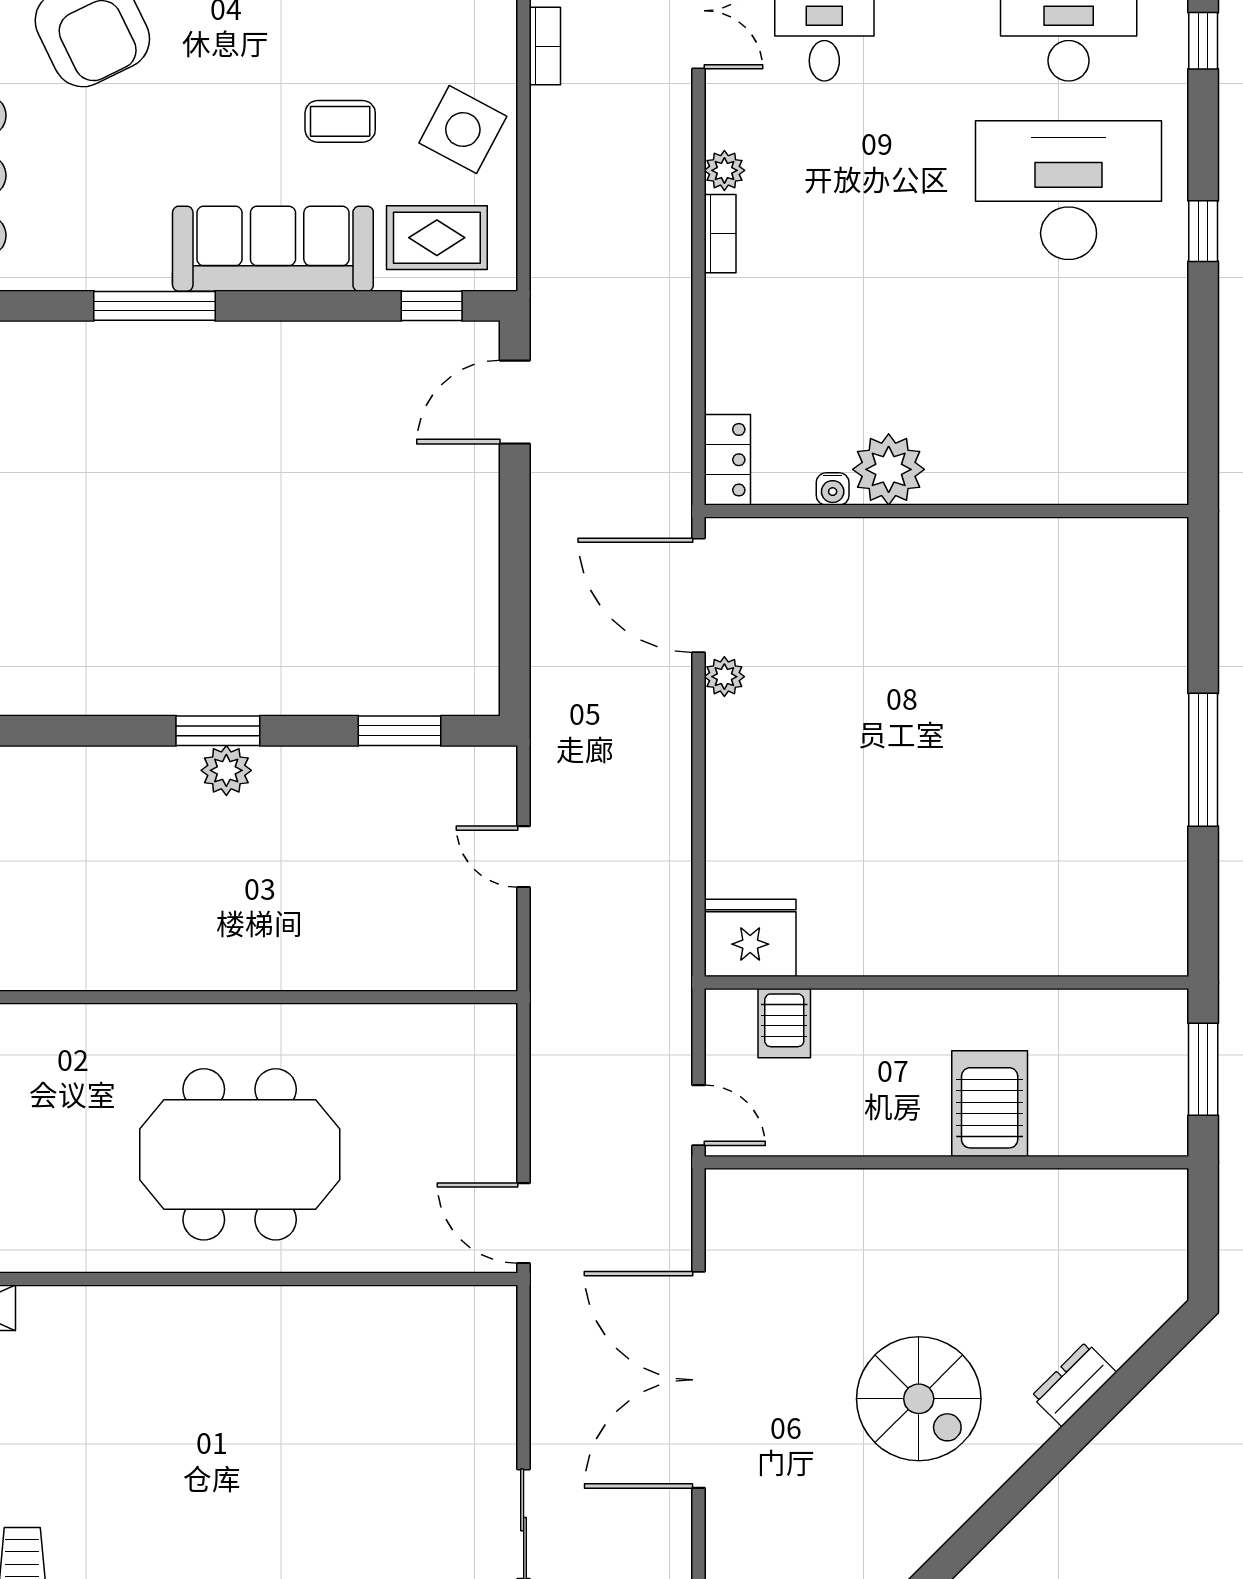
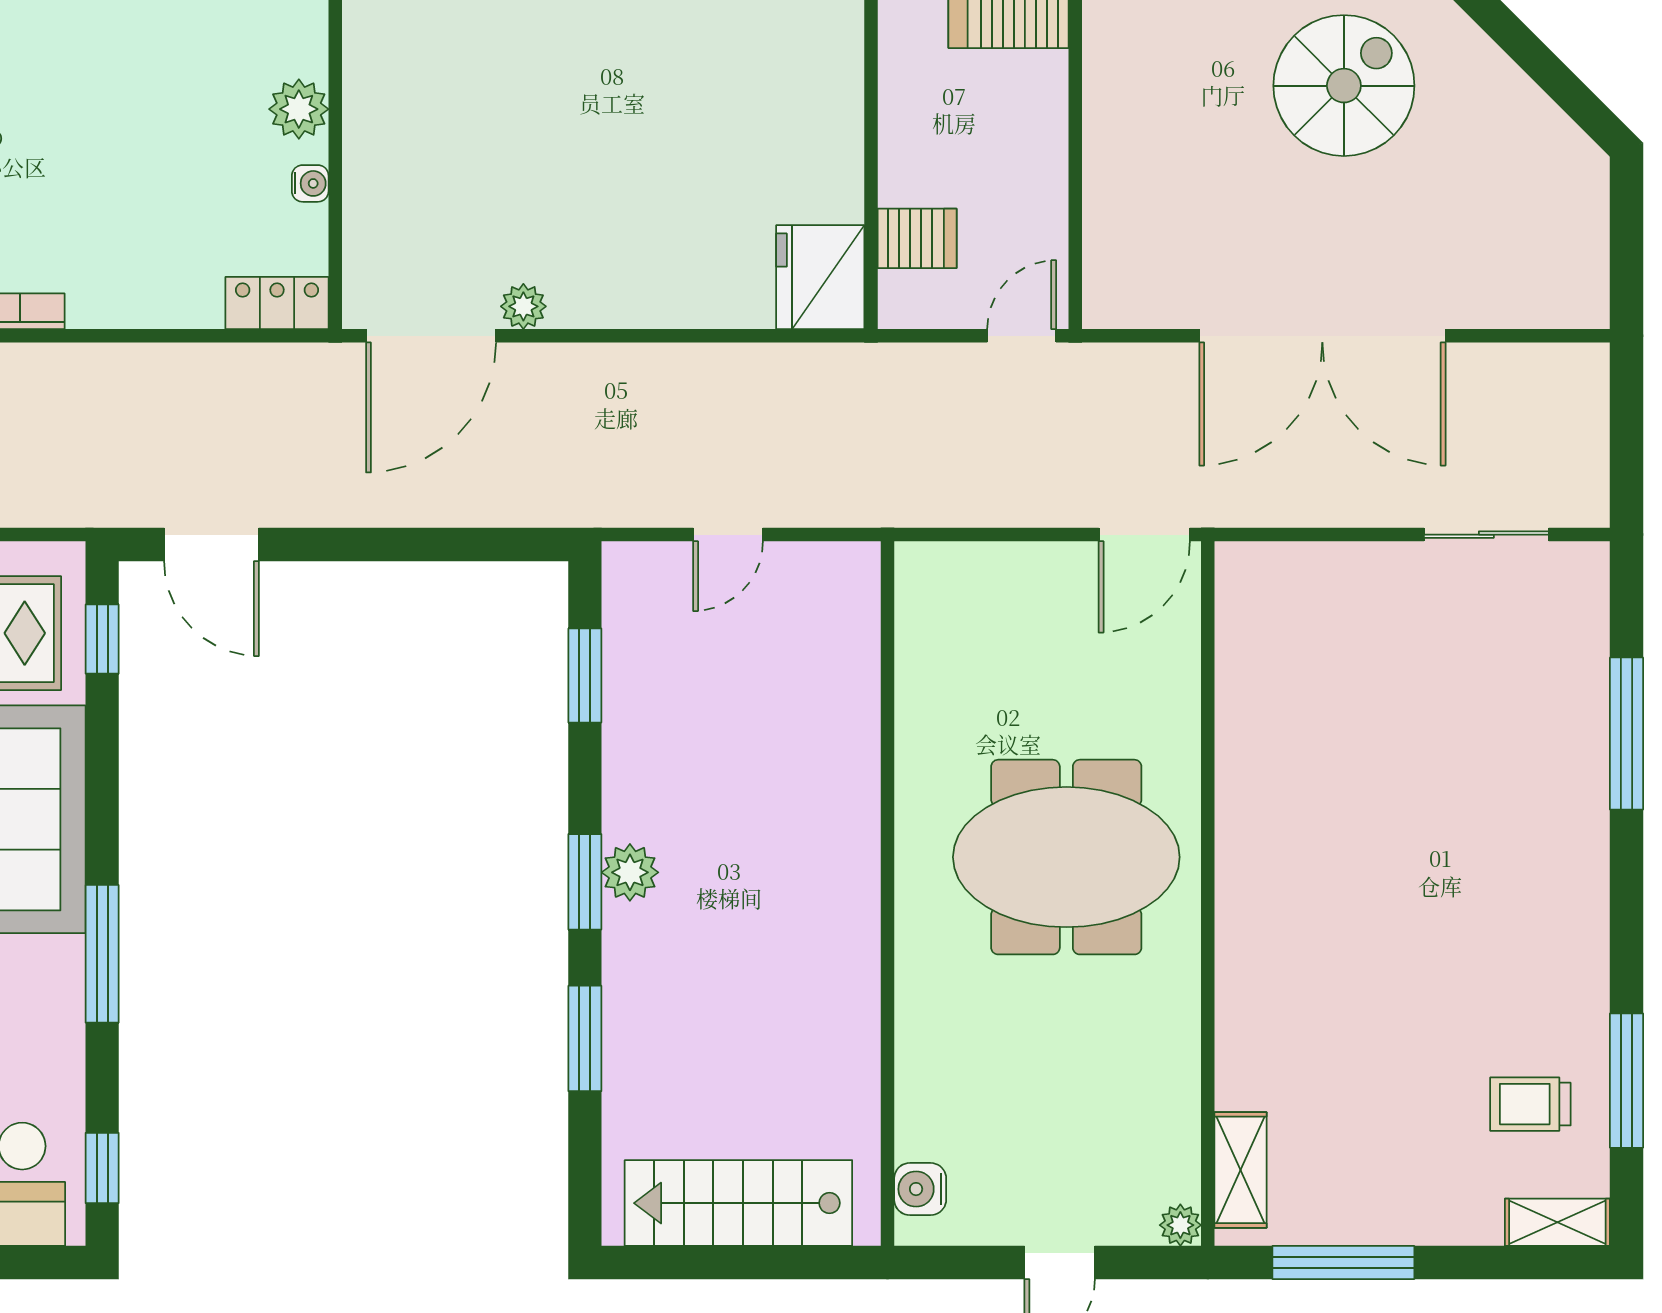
plant: (889, 469) -> (299, 109), width x0.73, depth x0.73
window: (80, 731) -> (585, 1038), added
meeting table: (240, 1154) -> (1066, 857), turned 90

